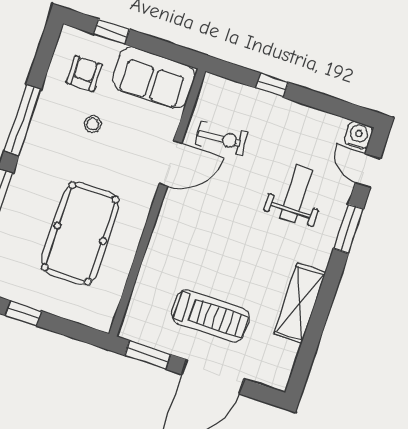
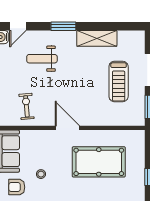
door: (170, 164) -> (67, 128), moved
window: (348, 229) -> (63, 26), moved
treadmill: (211, 316) -> (119, 81), turned 180

